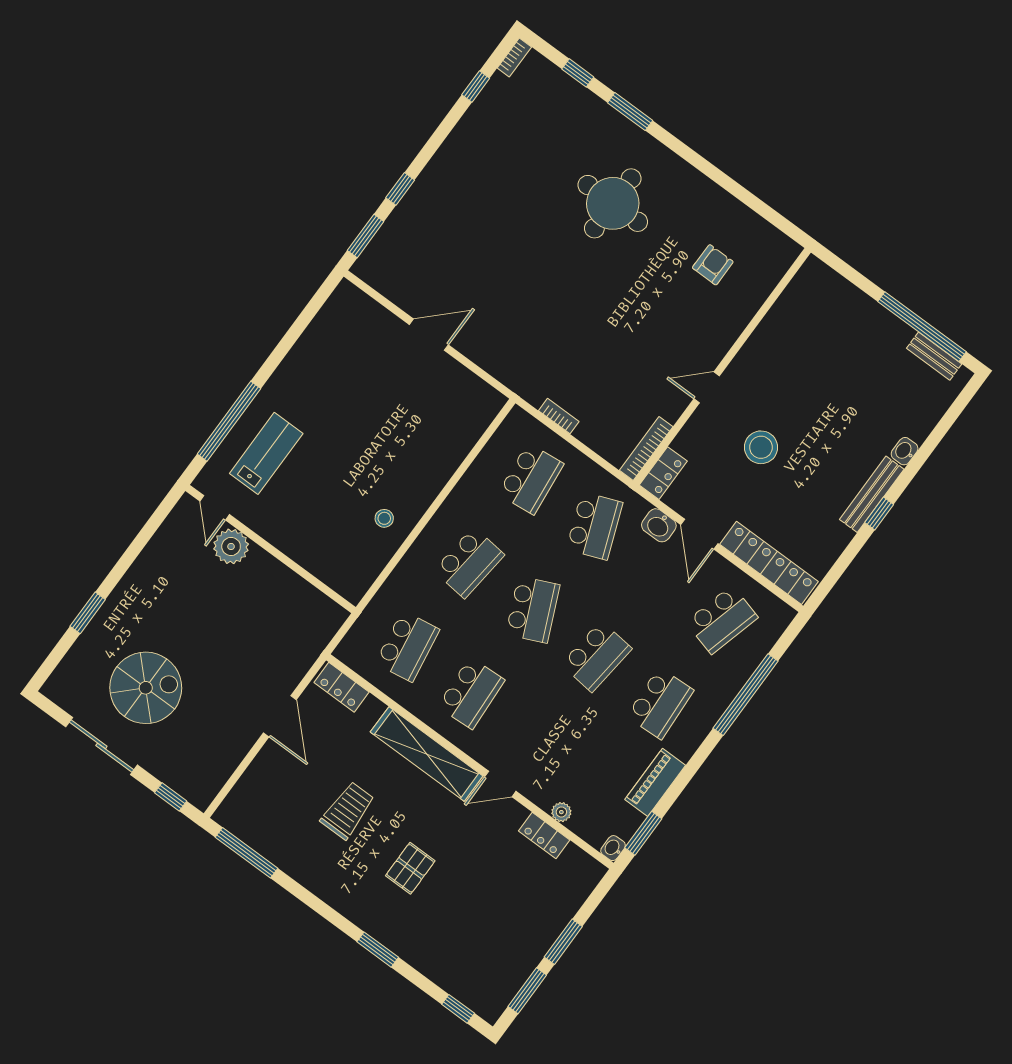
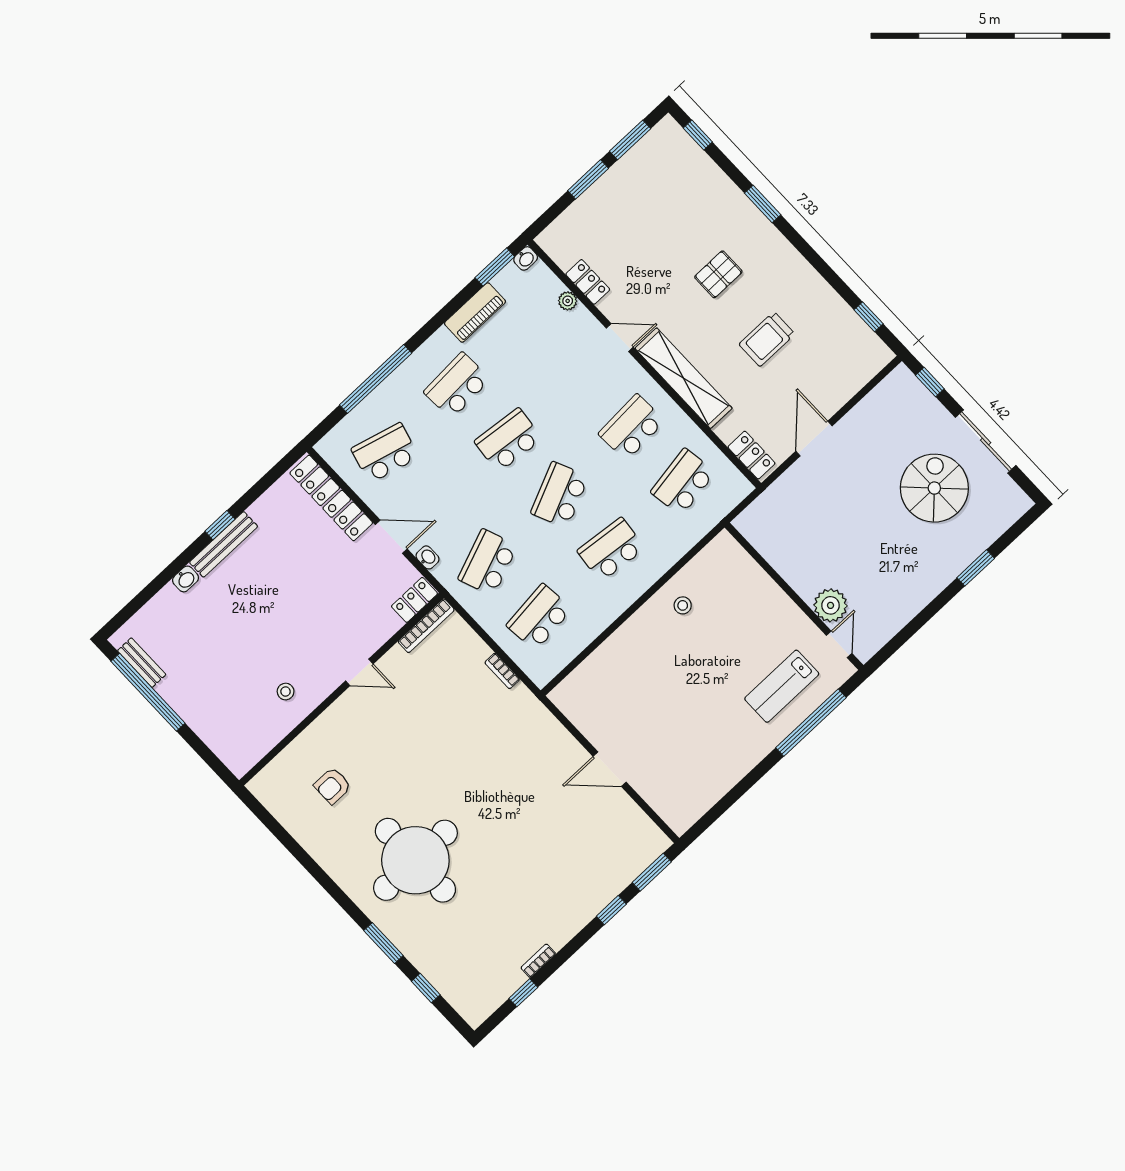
bookcase: (514, 57) -> (538, 961), moved
round table: (613, 203) -> (415, 860), width x1.36, depth x1.36
stool: (761, 447) -> (286, 692), moved, width x0.53, depth x0.53
washbasin: (659, 525) -> (427, 557), width x0.72, depth x0.69
door: (699, 534) -> (391, 537), hinge flipped
spiral stairs: (146, 688) -> (934, 488), turned 90
window: (246, 853) -> (869, 317), width x0.46

